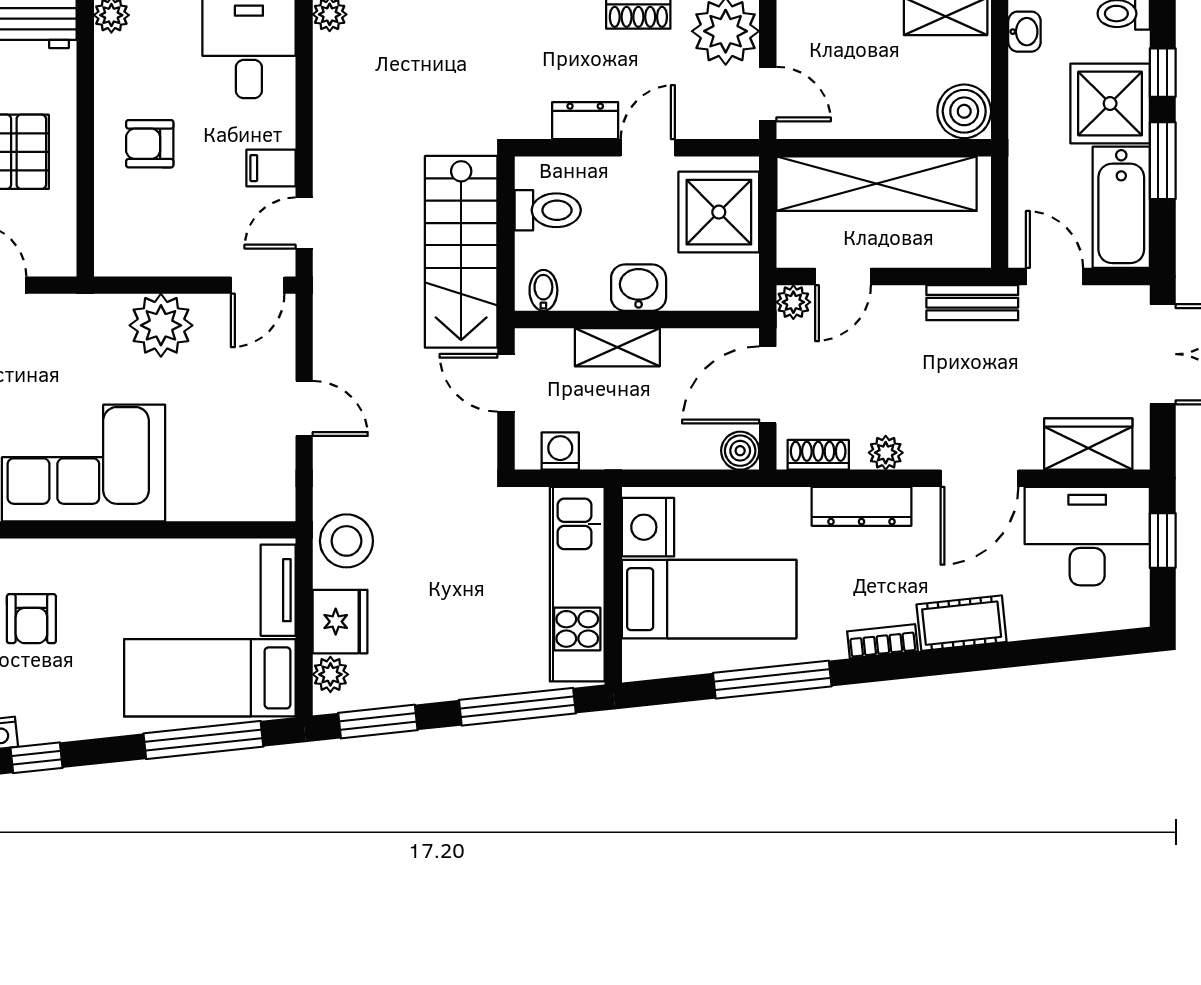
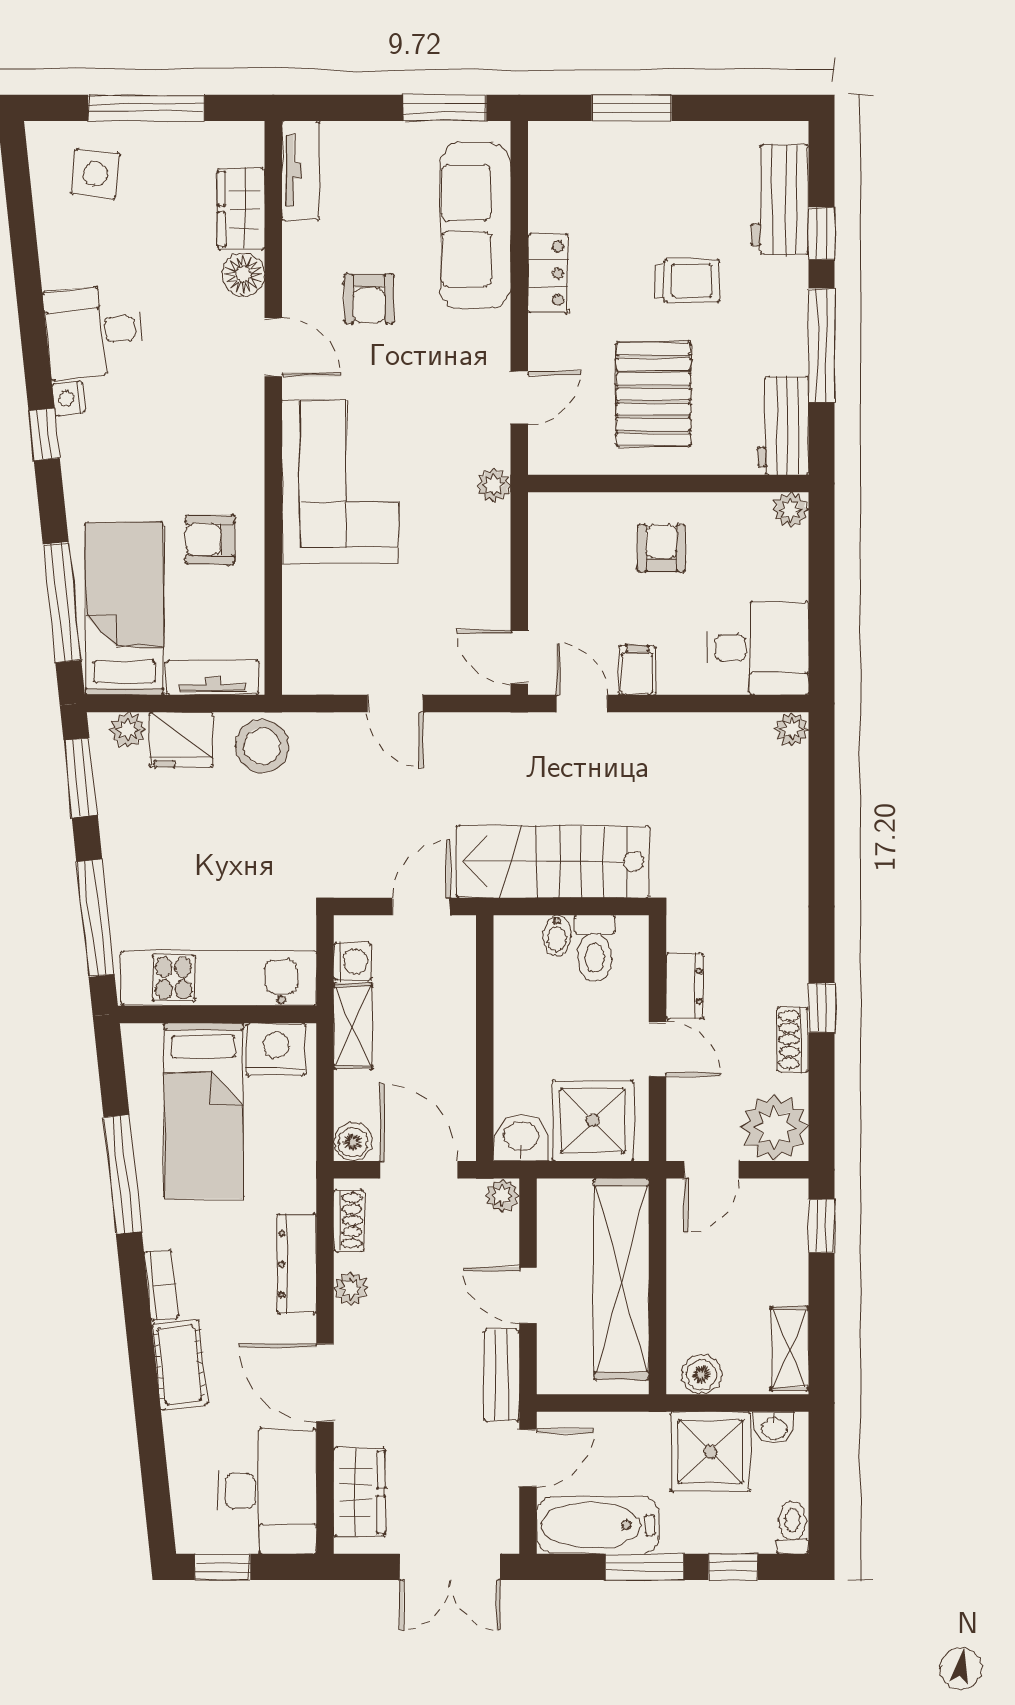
shower: (1110, 104) -> (711, 1452), moved
boiler: (964, 111) -> (701, 1374), width x0.73, depth x0.73
door: (843, 277) -> (528, 1295), moved
washbasin: (639, 288) -> (521, 1138), moved, turned -90
bidet: (543, 290) -> (557, 936), moved, turned 90
plant: (161, 325) -> (494, 485), moved, width x0.53, depth x0.53
shelving: (617, 347) -> (353, 1026), moved
door: (304, 408) -> (395, 704), hinge flipped
window: (1163, 540) -> (223, 1567), moved
armchair: (31, 619) -> (210, 539), moved

